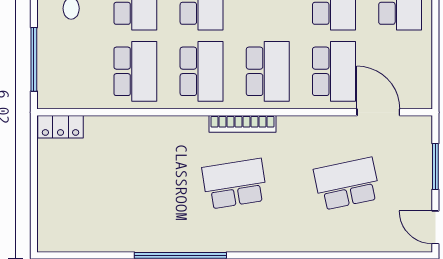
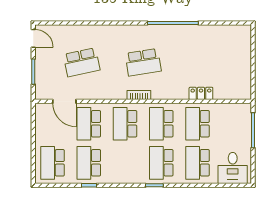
bookcase: (242, 124) -> (139, 95), width x0.64
locker: (60, 127) -> (201, 93), moved

